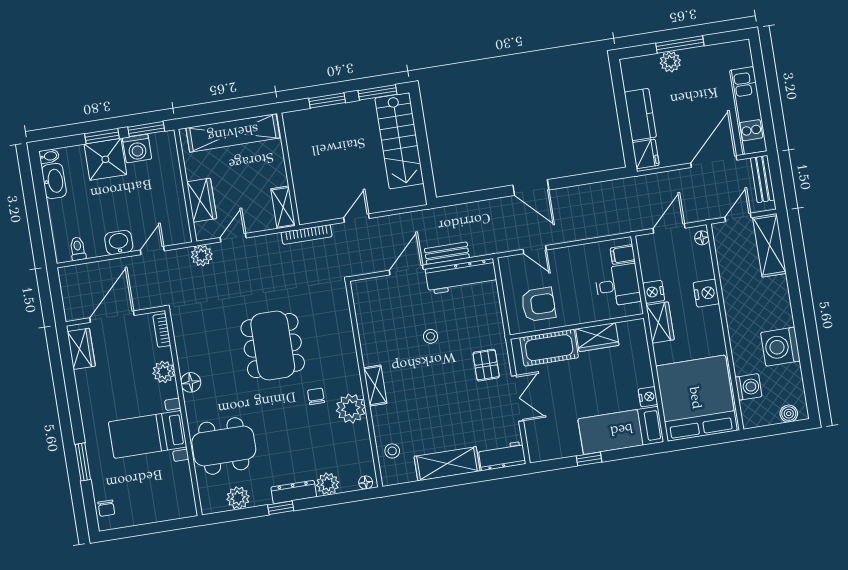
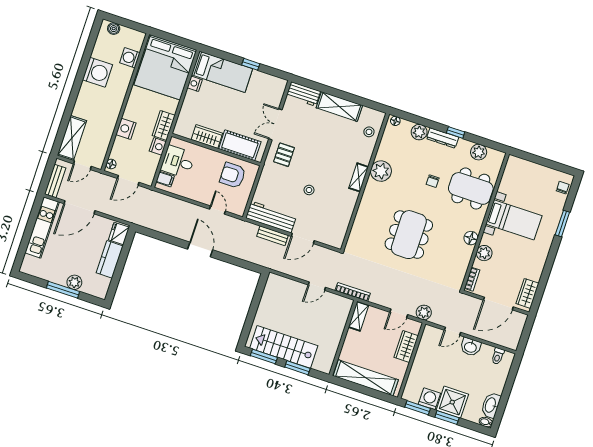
stairs: (399, 141) -> (284, 347), moved, turned -90
chair: (316, 396) -> (433, 181), moved

